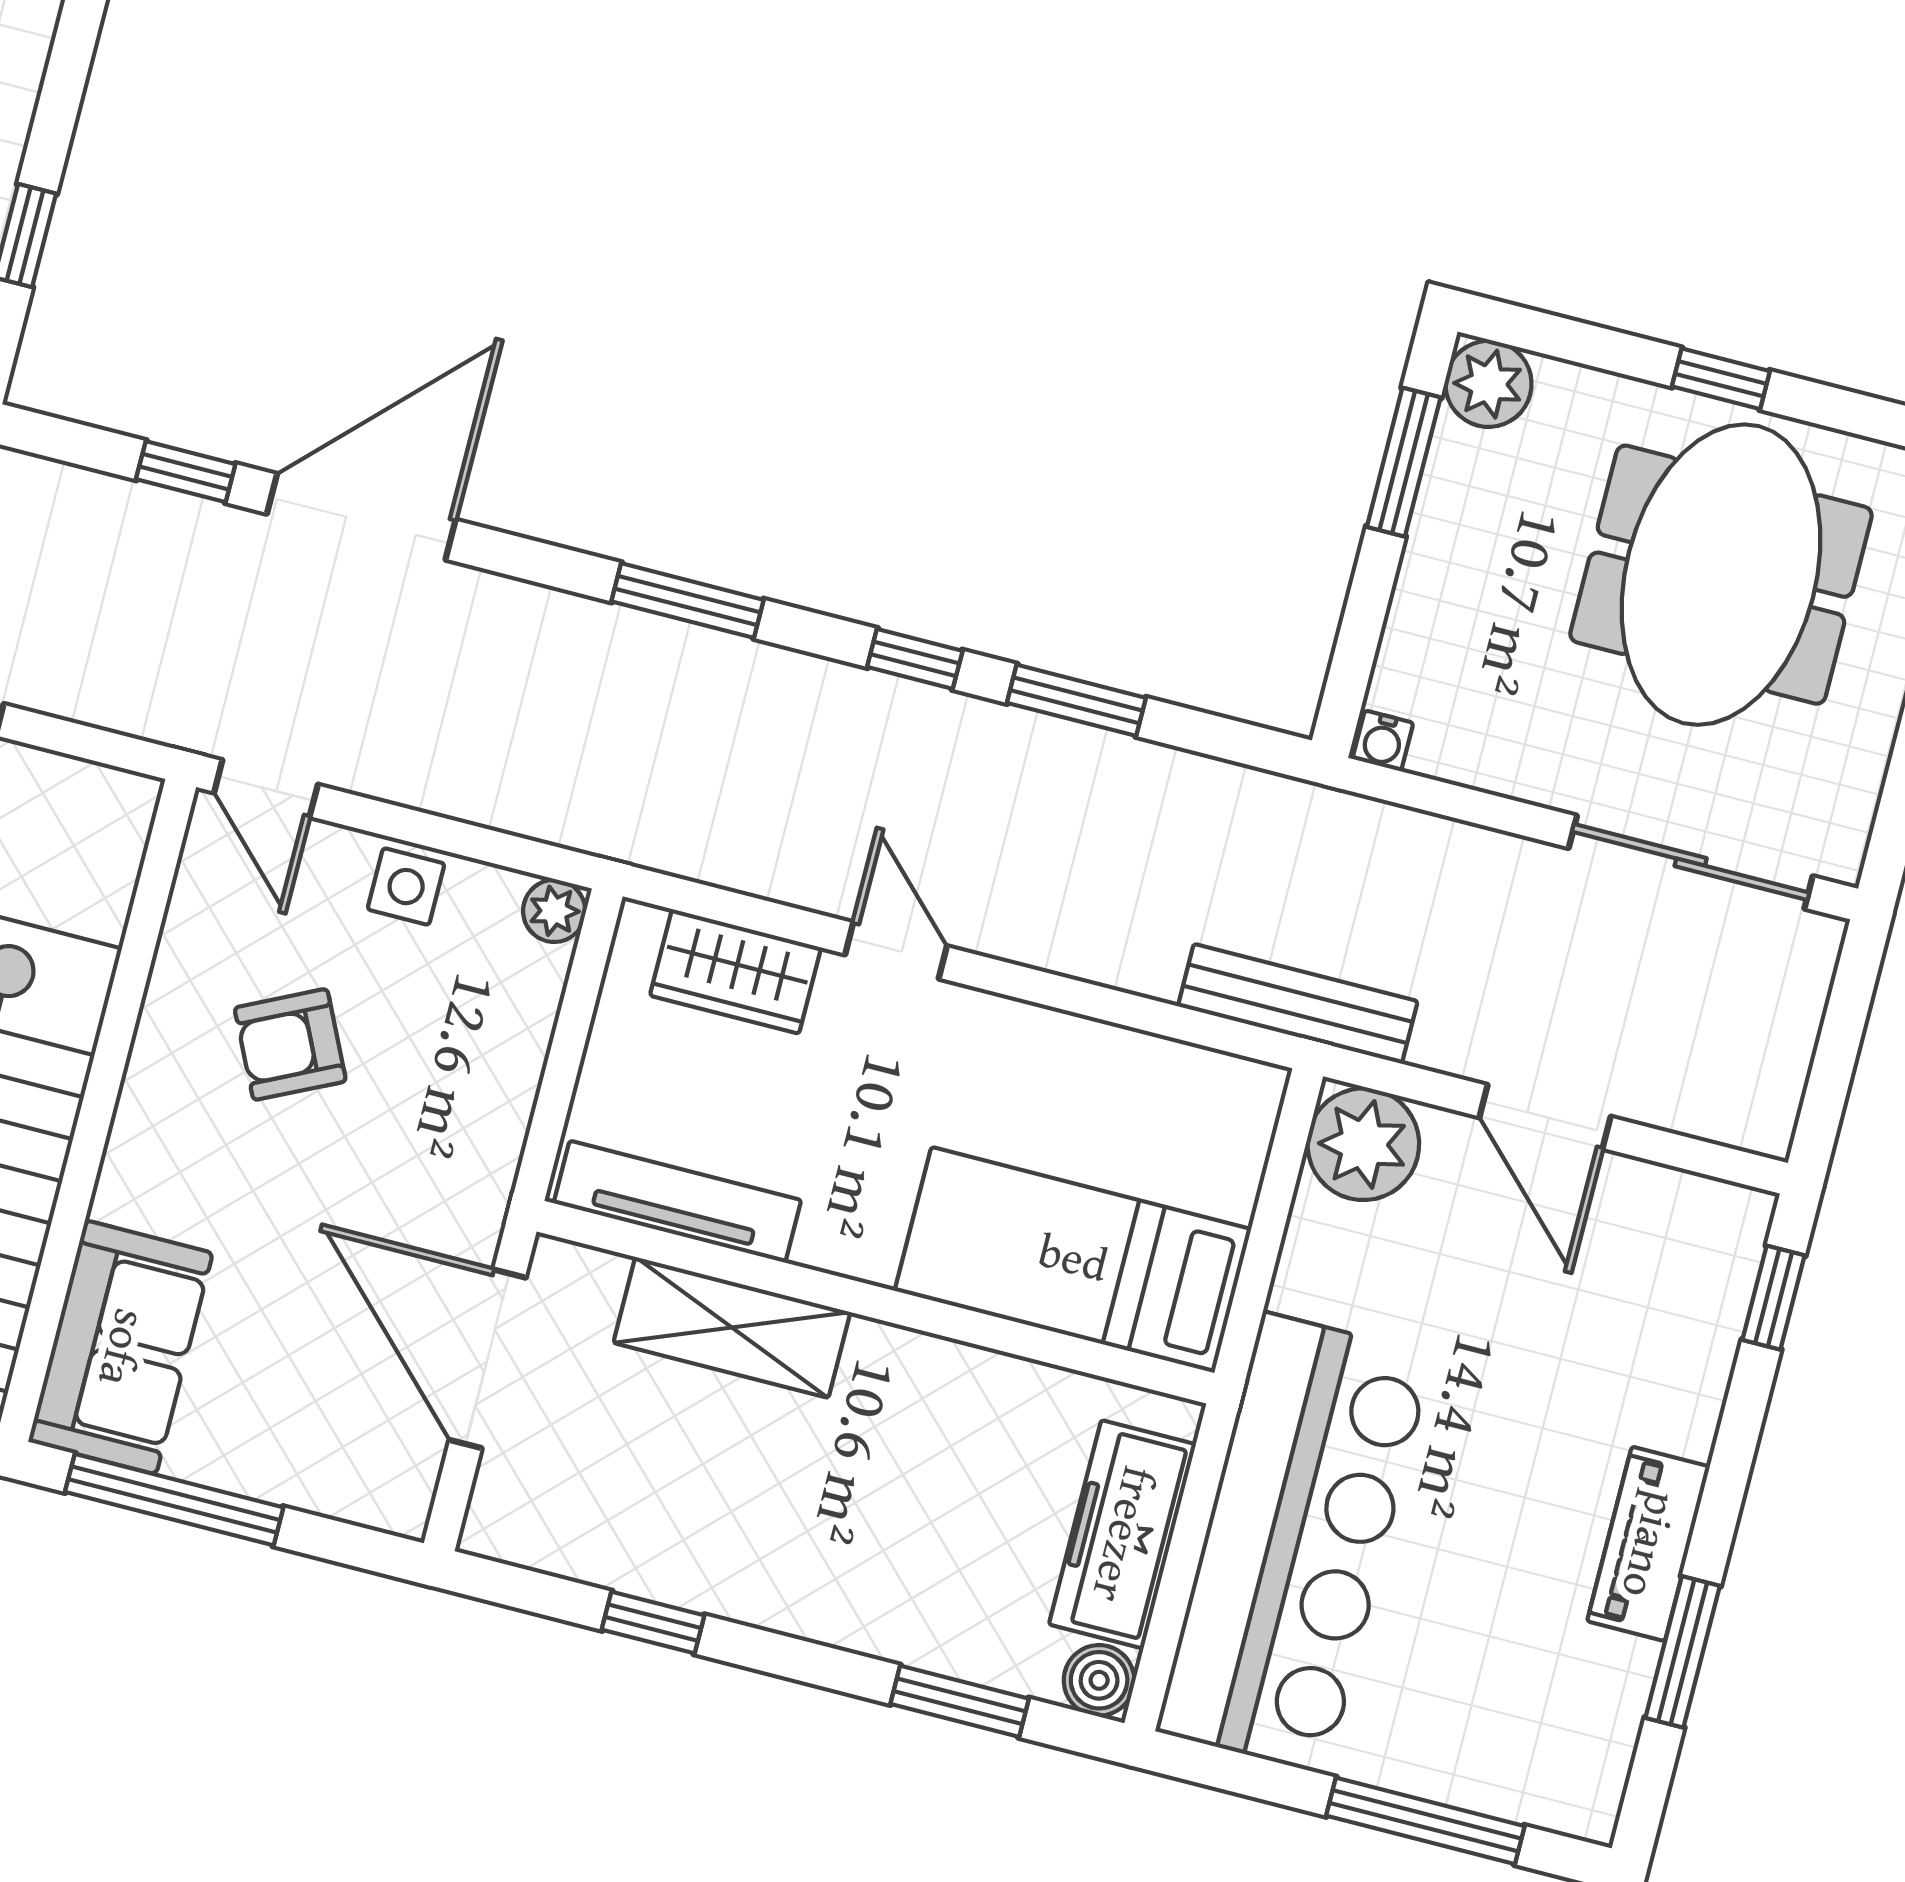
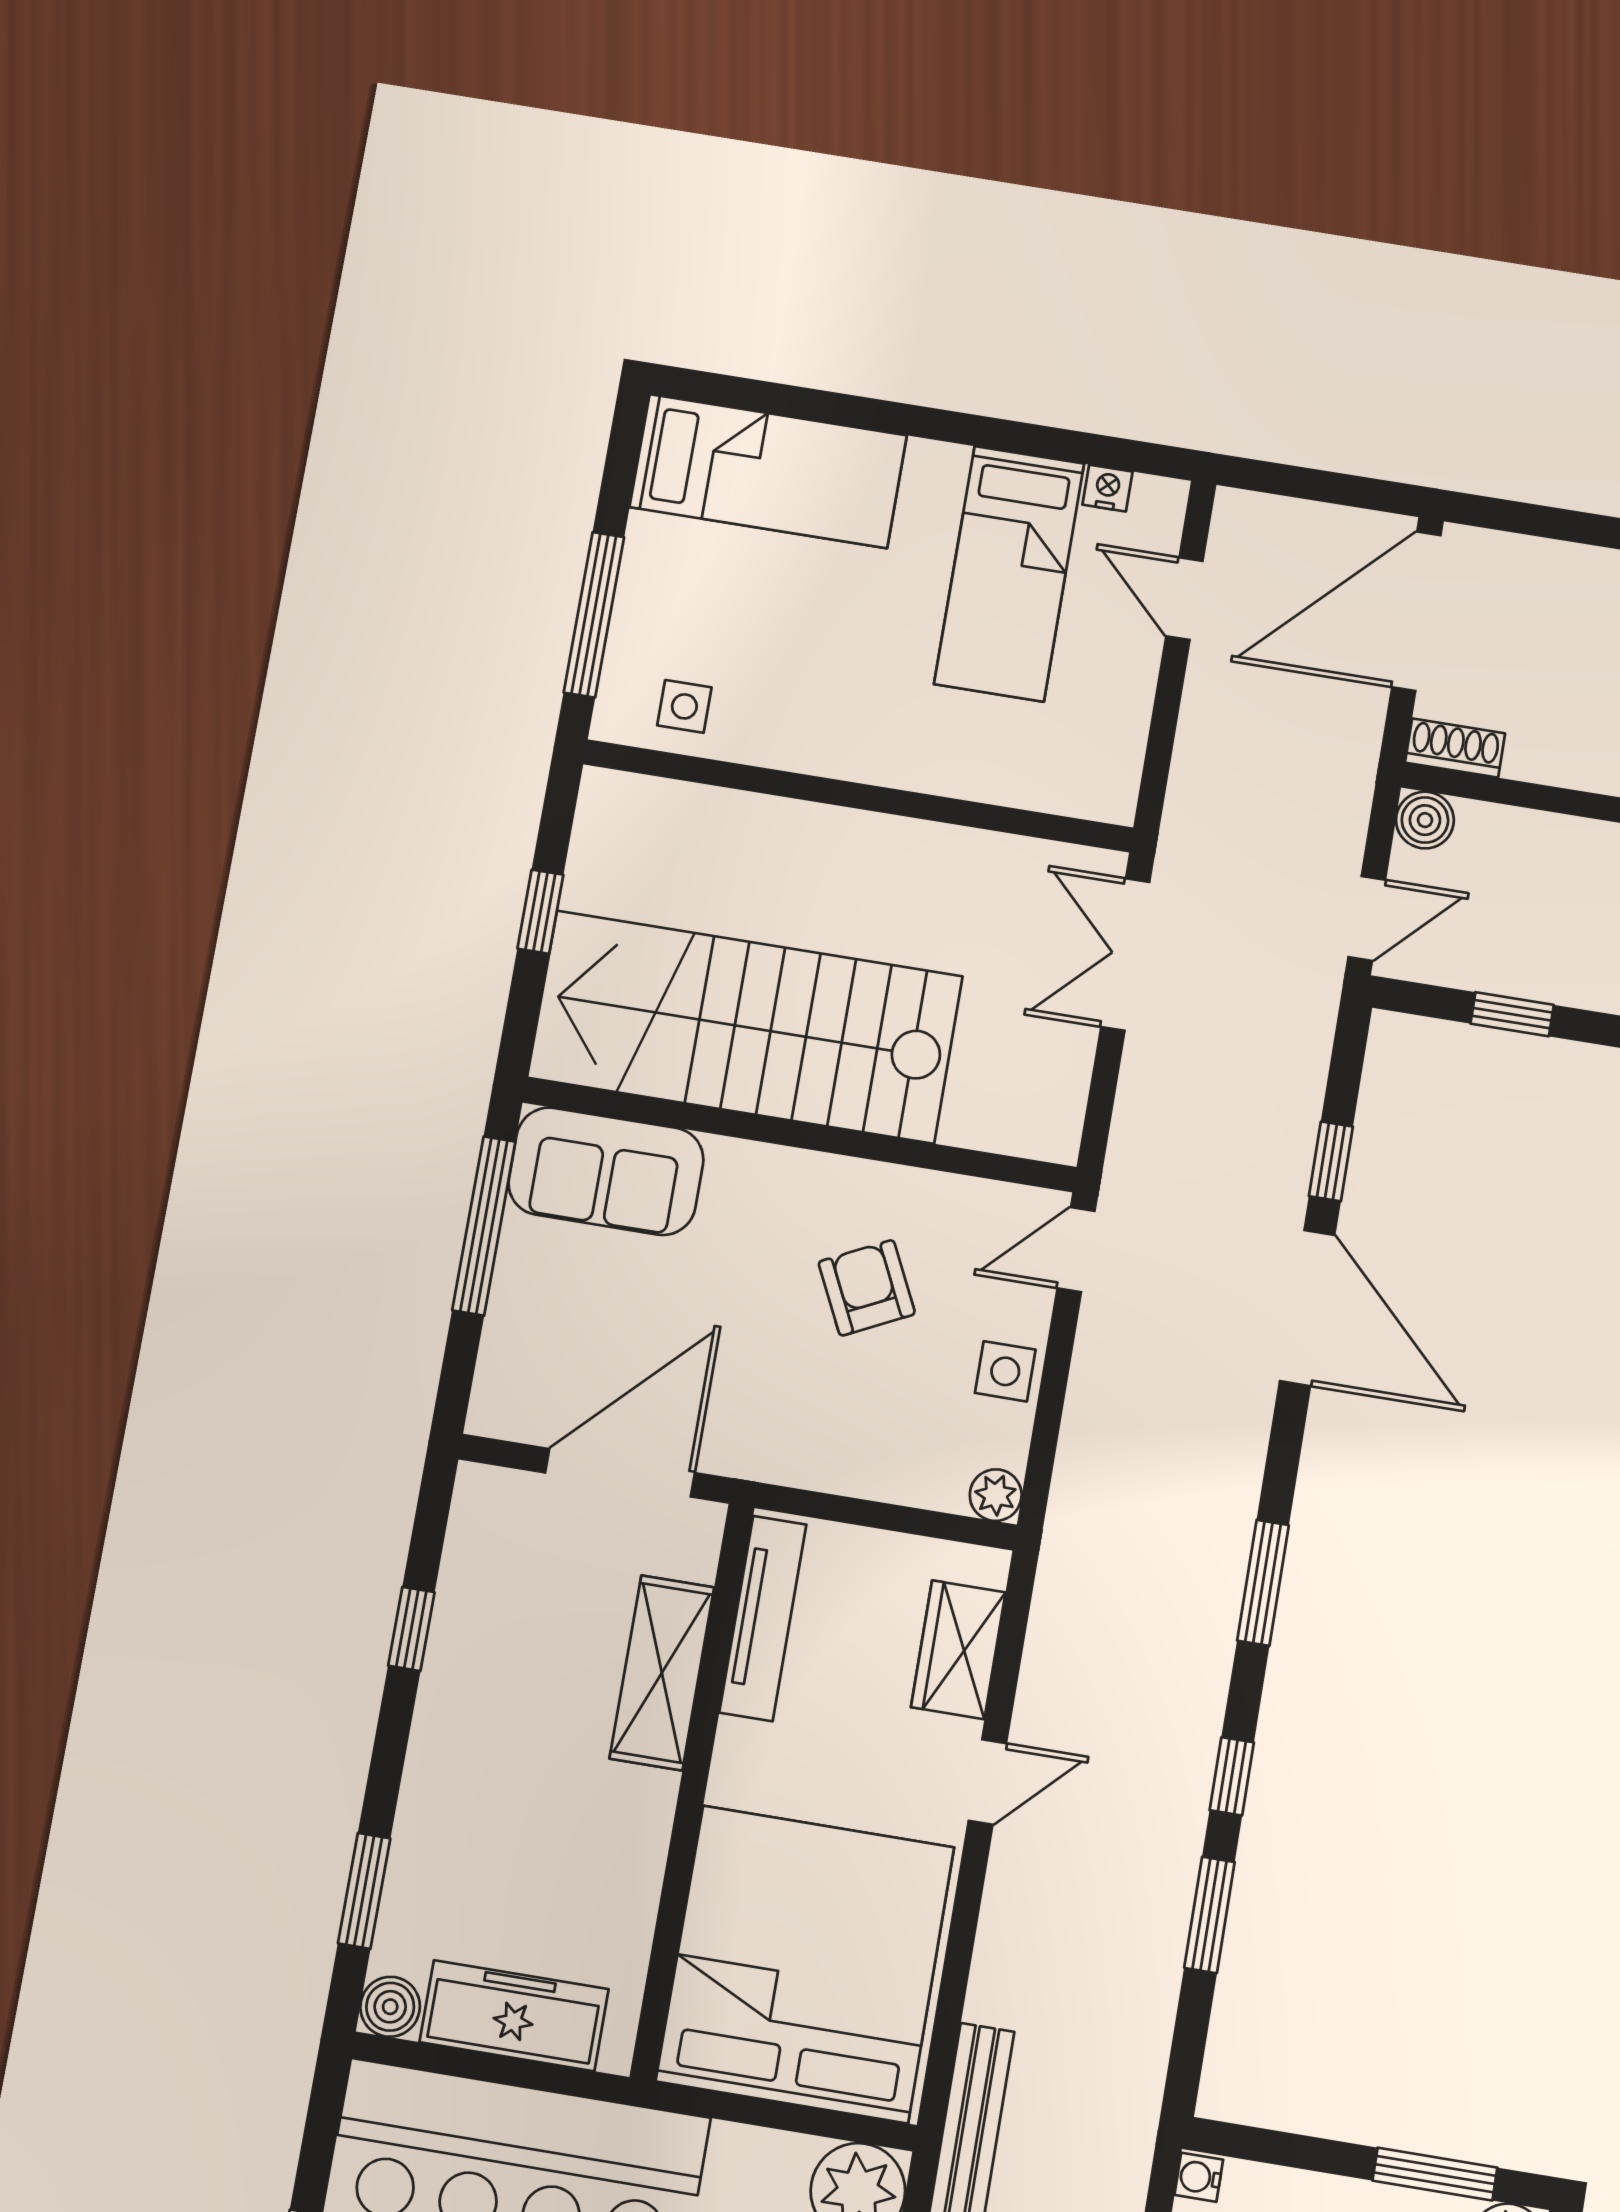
bed: (1073, 1260) -> (805, 1964), width x2.04

